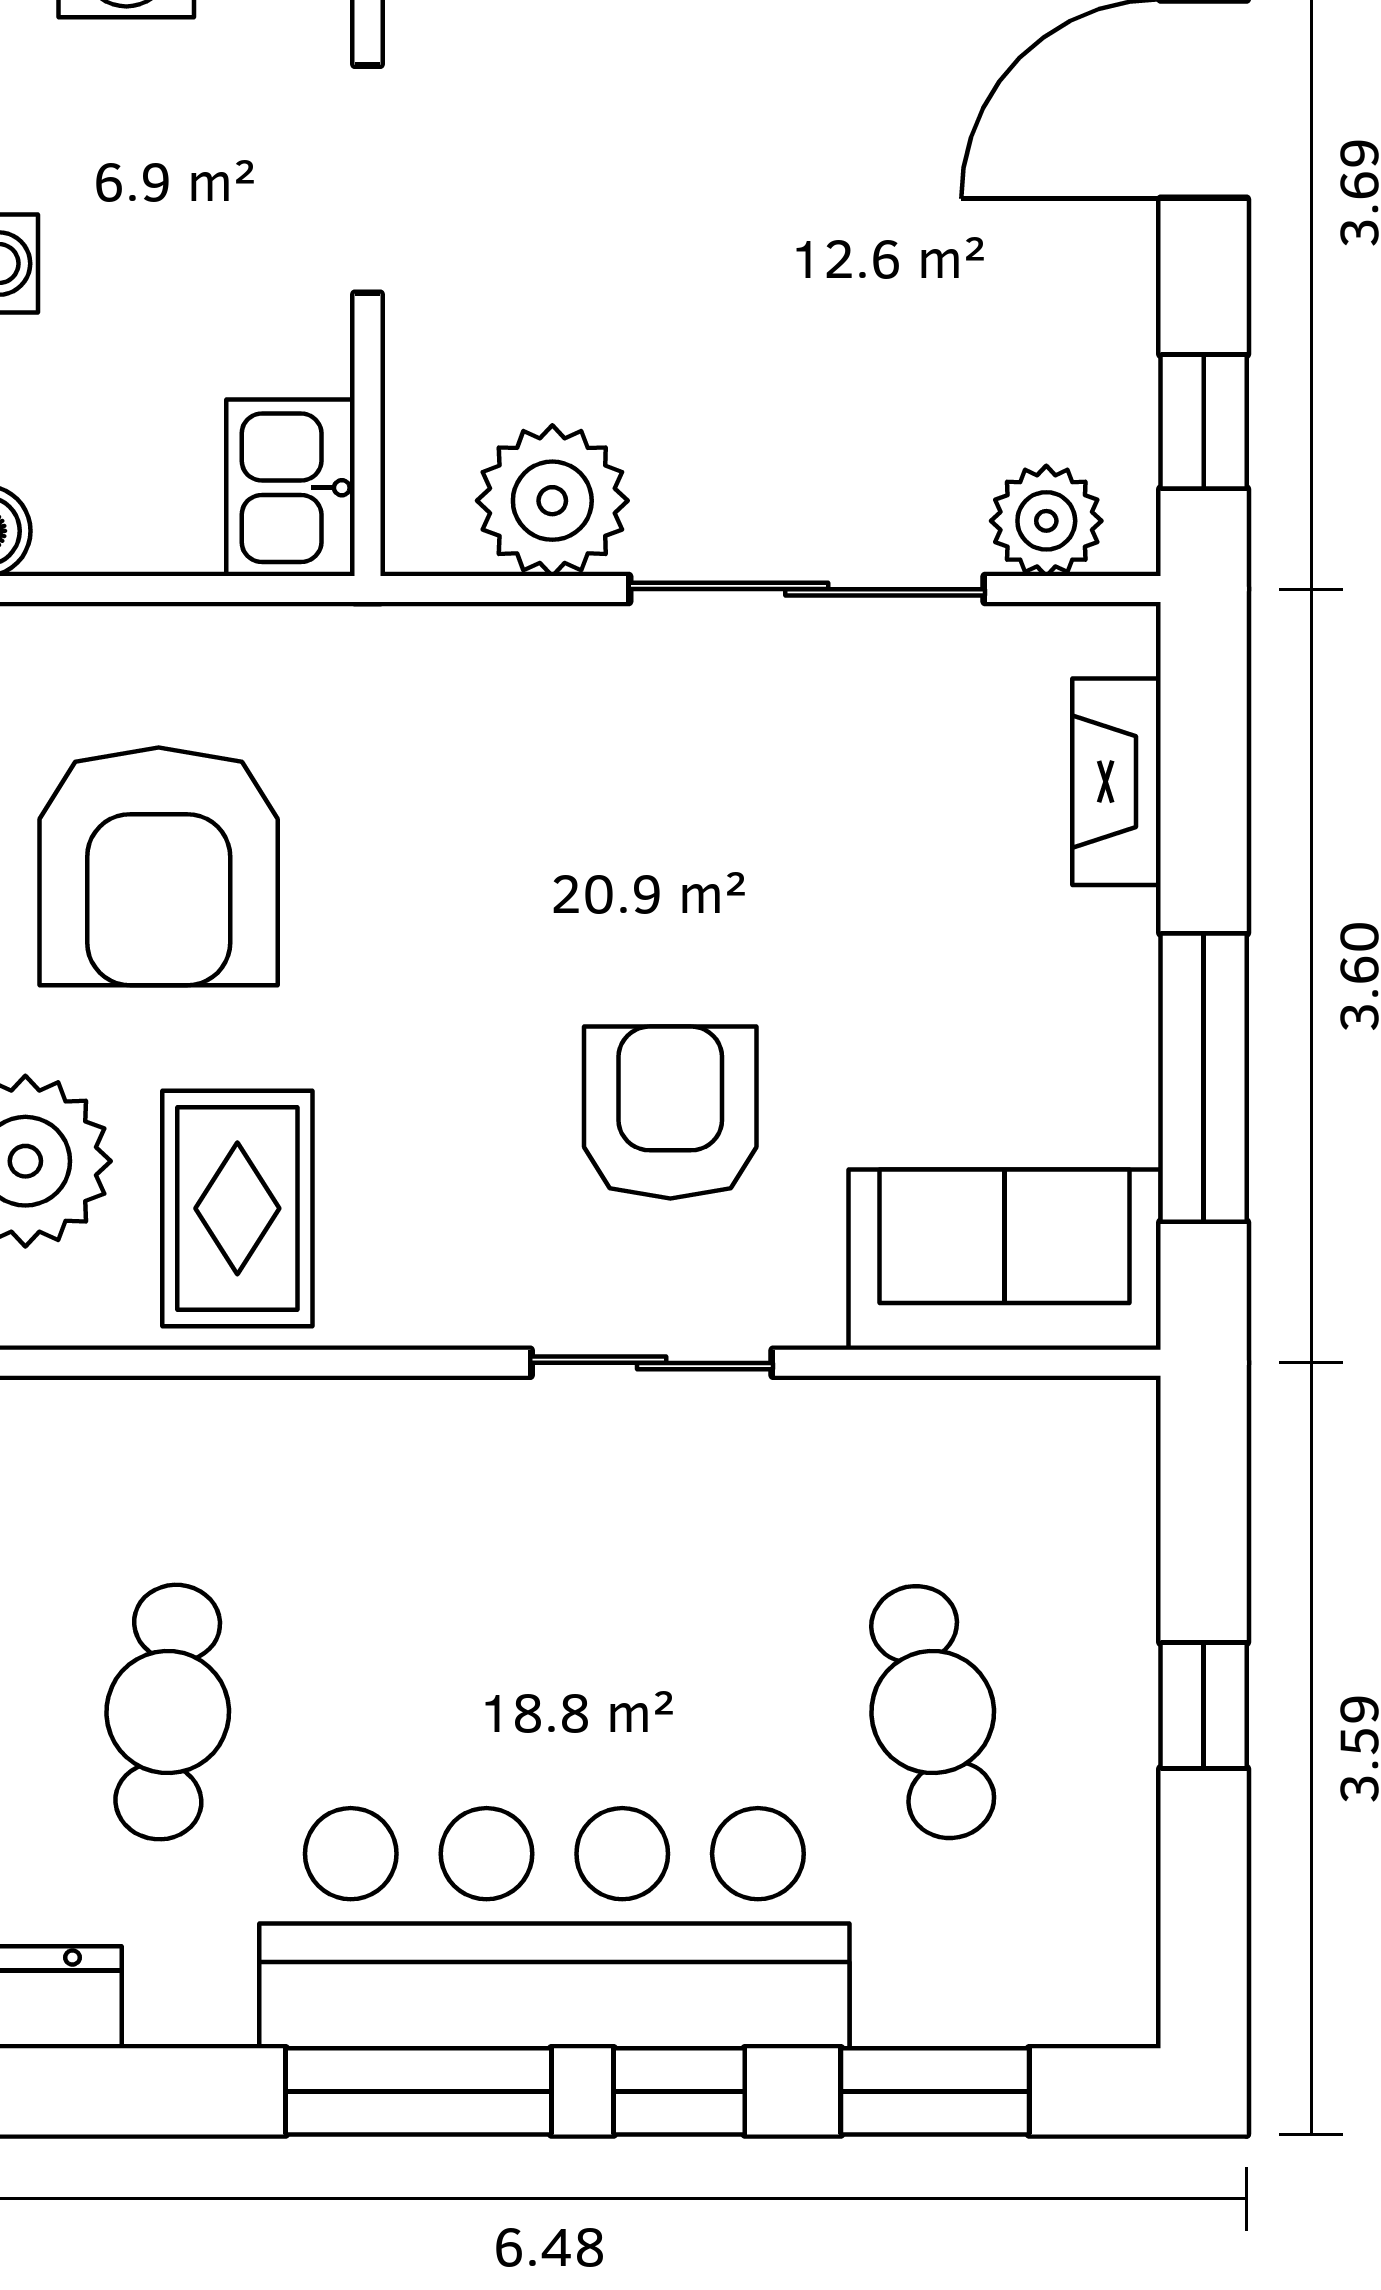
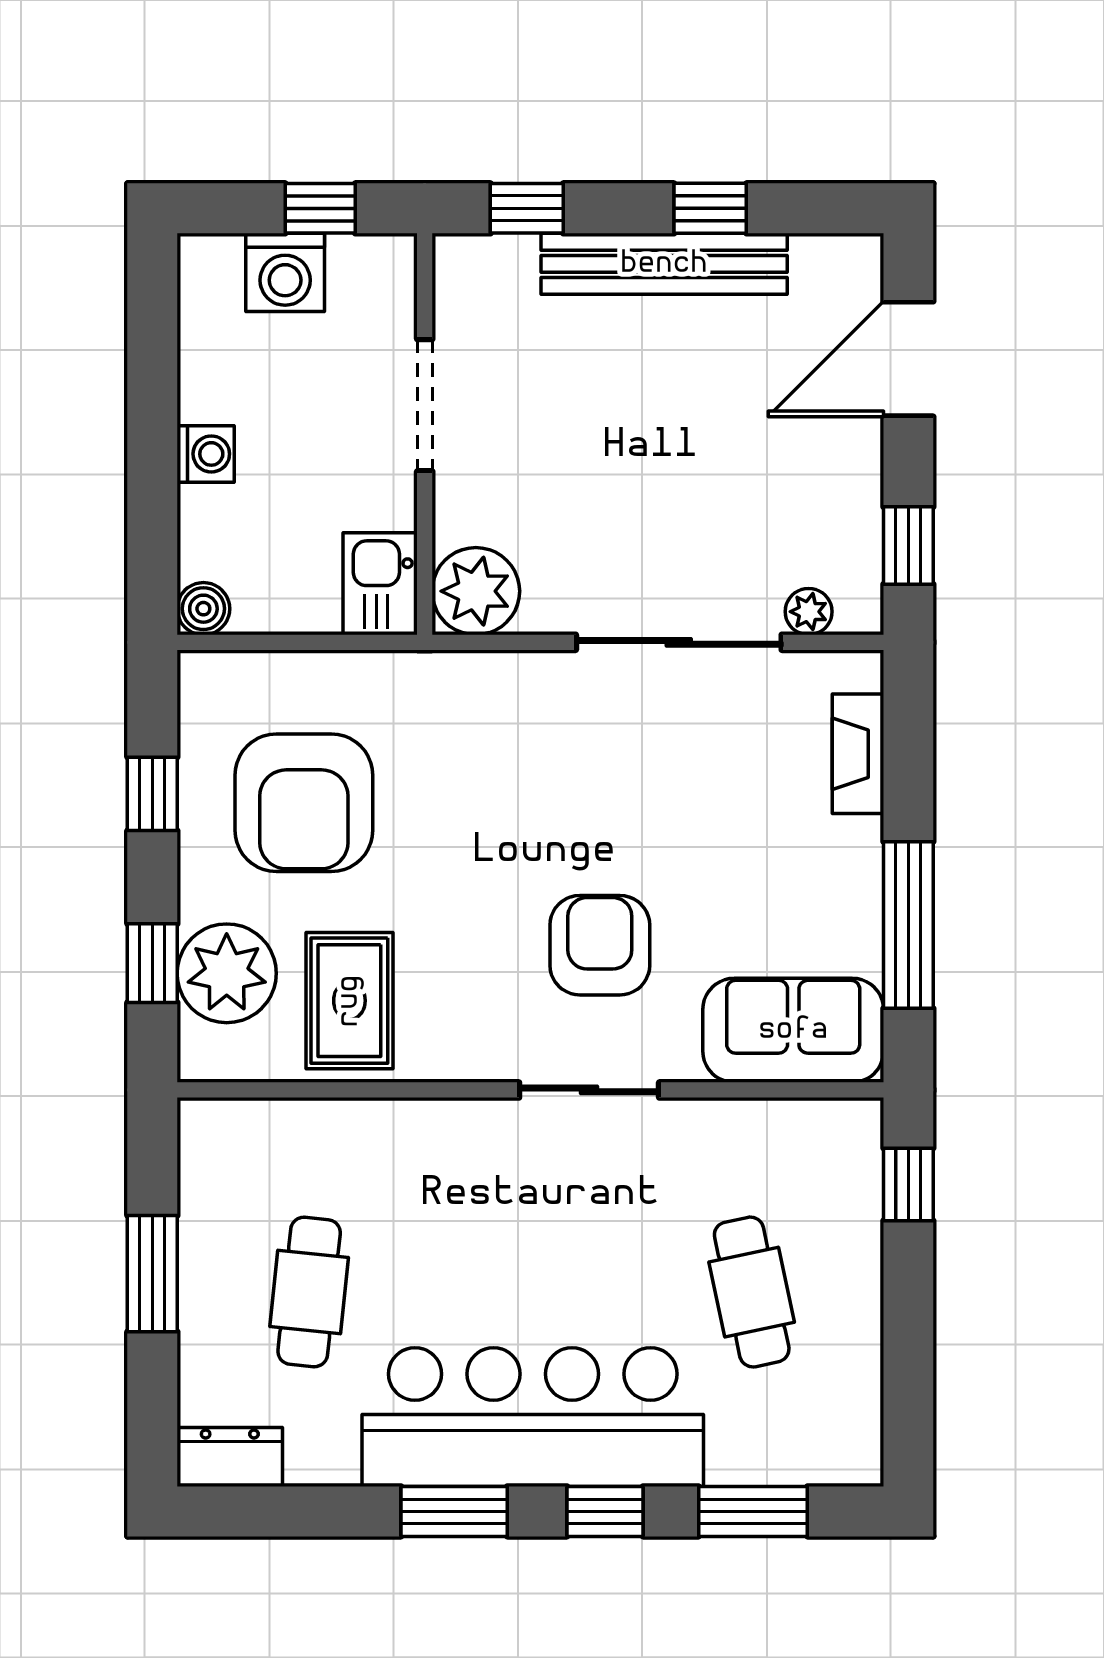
plant: (552, 501) -> (476, 591), moved
plant: (1046, 521) -> (809, 612), width x0.73, depth x0.73
window: (1204, 1705) -> (908, 1184), moved
window: (418, 2091) -> (454, 1511), width x0.69

